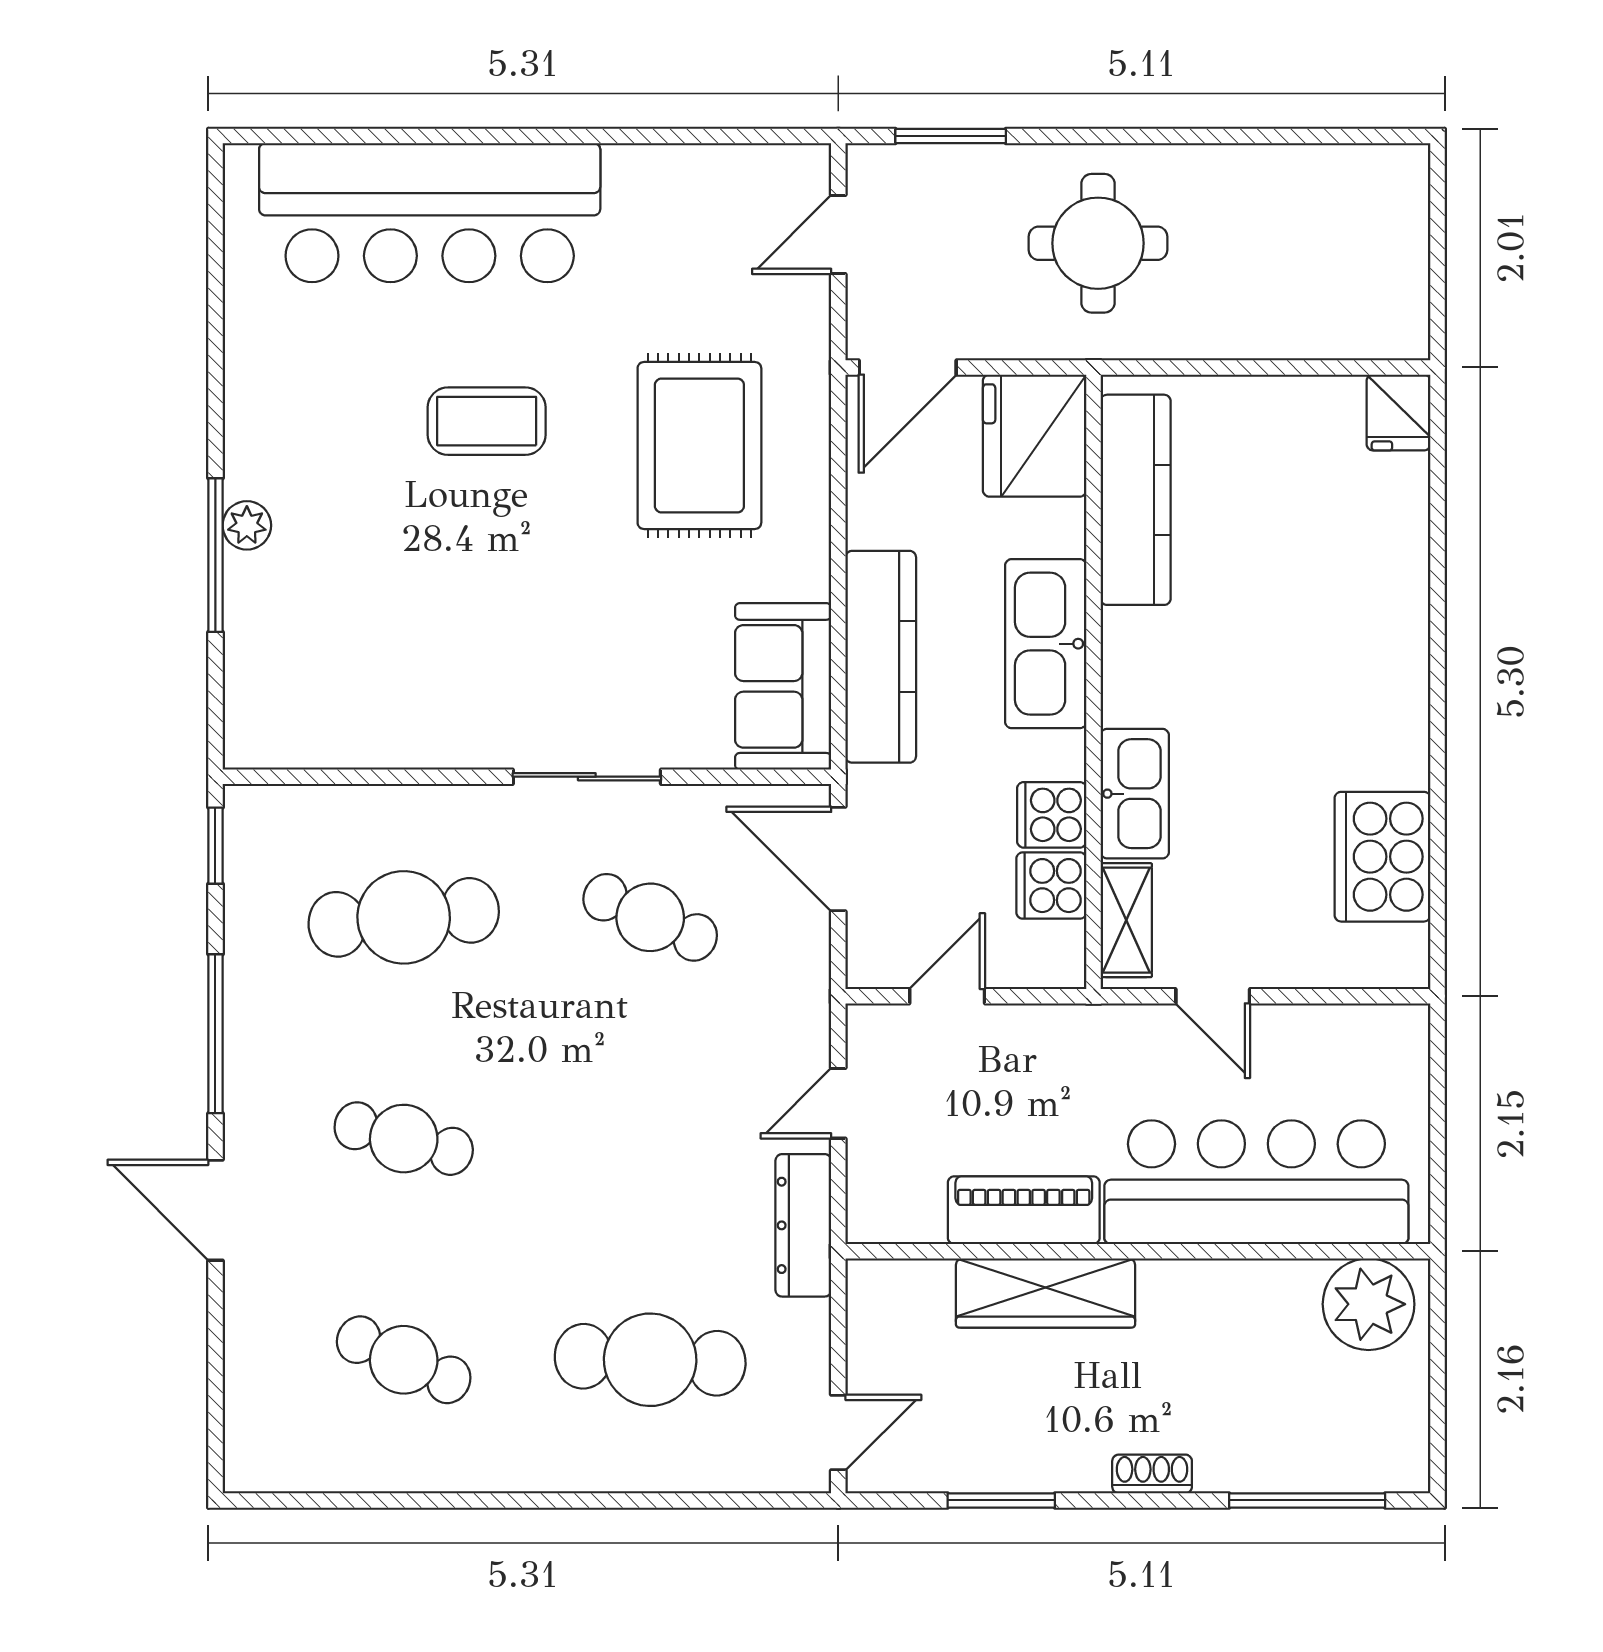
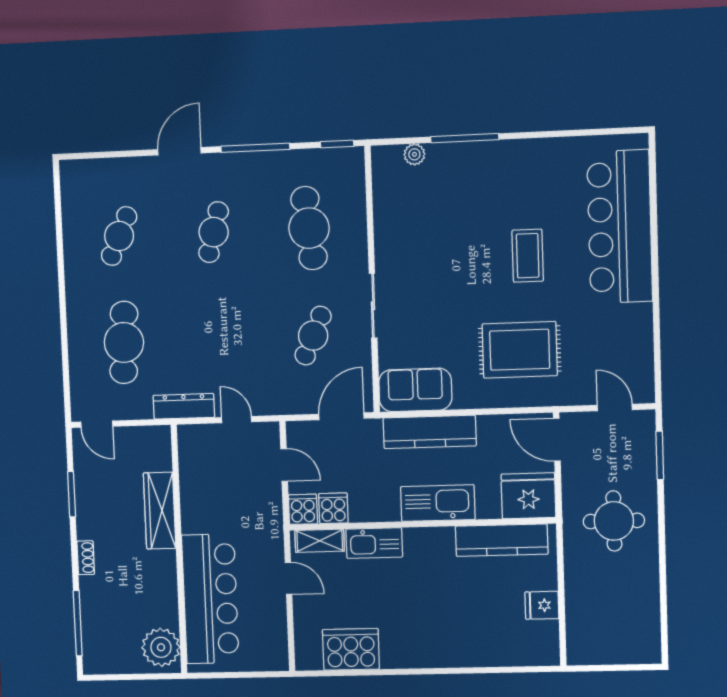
fridge: (1398, 413) -> (542, 605), moved
plant: (247, 525) -> (414, 154), moved
cooker: (1052, 815) -> (303, 509), moved
door: (1213, 996) -> (289, 578), swing flipped
piano: (1024, 1210) -> (194, 500), removed

